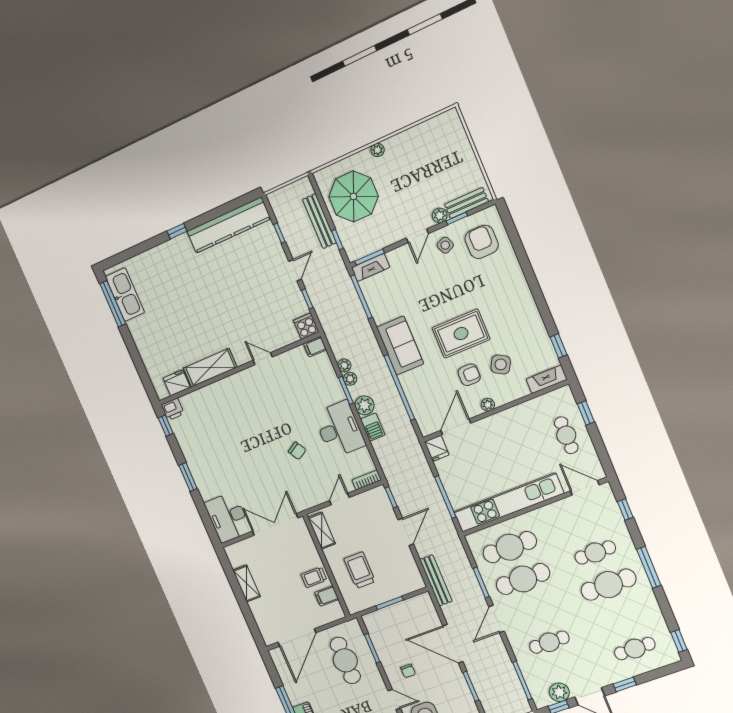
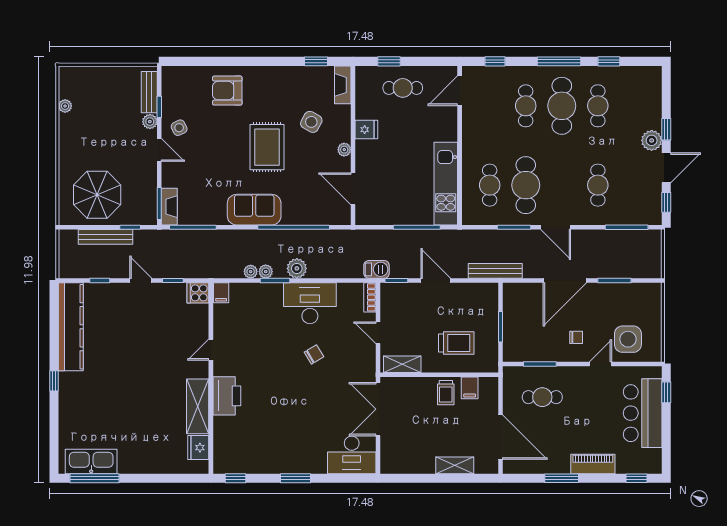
plant: (378, 150) -> (65, 106), moved
armchair: (482, 242) -> (227, 91), moved
armchair: (469, 375) -> (309, 155), removed
printer: (173, 409) -> (227, 396), moved, width x1.87, depth x1.48
barbecue: (373, 427) -> (377, 269), moved
fridge: (437, 448) -> (366, 130), moved
kitchen unit: (508, 503) -> (446, 184), width x0.73
cafe table: (510, 547) -> (490, 185), width x0.73, depth x0.74
trolley: (360, 570) -> (456, 343), turned 180
shelving: (247, 583) -> (455, 465), moved
window: (679, 641) -> (609, 61), moved
cafe table: (635, 649) -> (598, 106), moved
cafe table: (345, 660) -> (542, 397), width x0.73, depth x0.74
plant: (559, 692) -> (652, 140), moved

